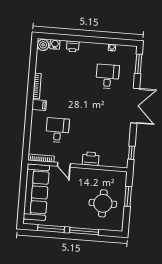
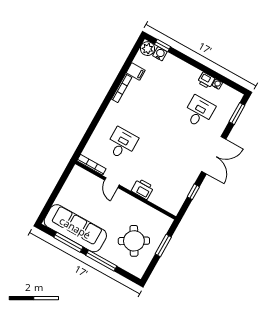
window: (54, 37) -> (163, 46), added
printer: (73, 46) -> (206, 80), moved
filing cabinet: (39, 105) -> (136, 72), moved
window: (131, 153) -> (193, 192), moved
sofa: (36, 192) -> (75, 228), moved, turned -90
round table: (103, 203) -> (134, 241), turned -30

